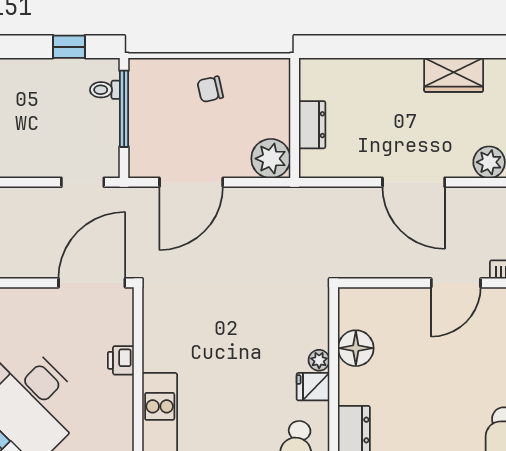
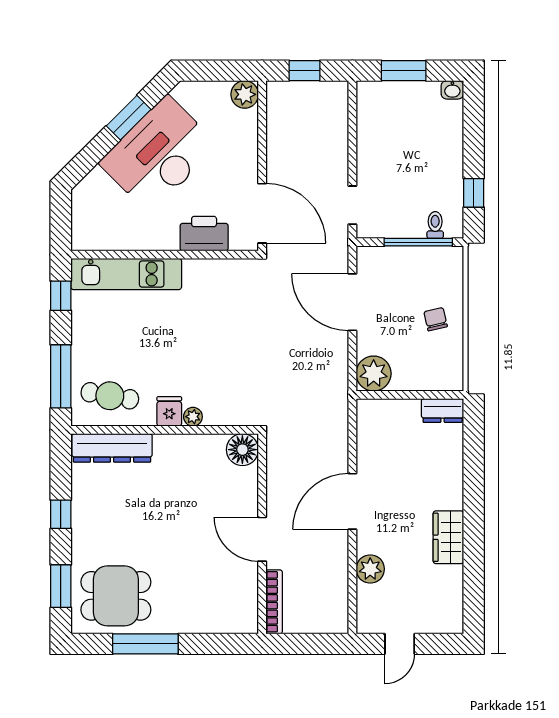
dresser: (312, 125) -> (443, 410), moved
floor lamp: (356, 348) -> (242, 450), moved
printer: (121, 360) -> (204, 234), width x1.87, depth x1.48

